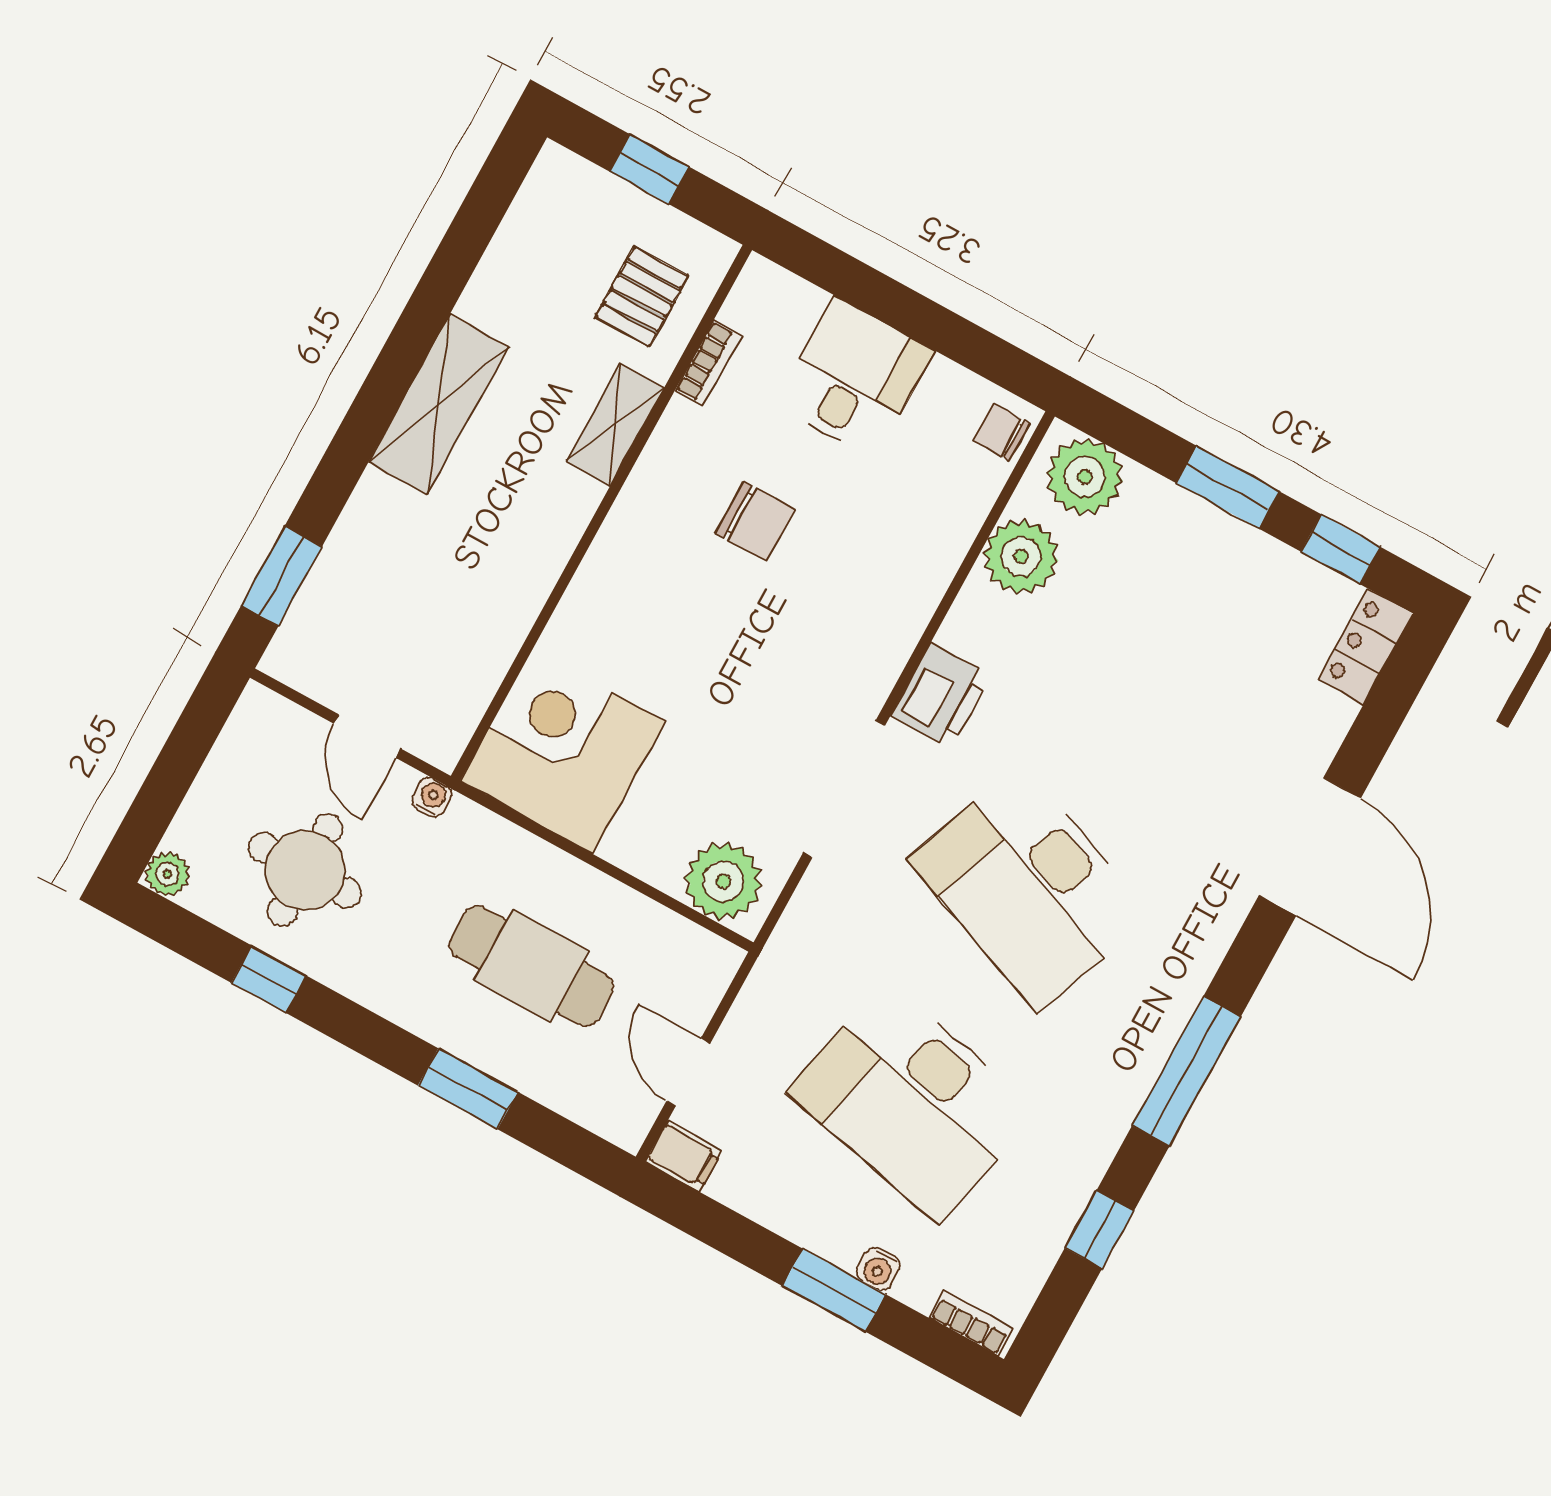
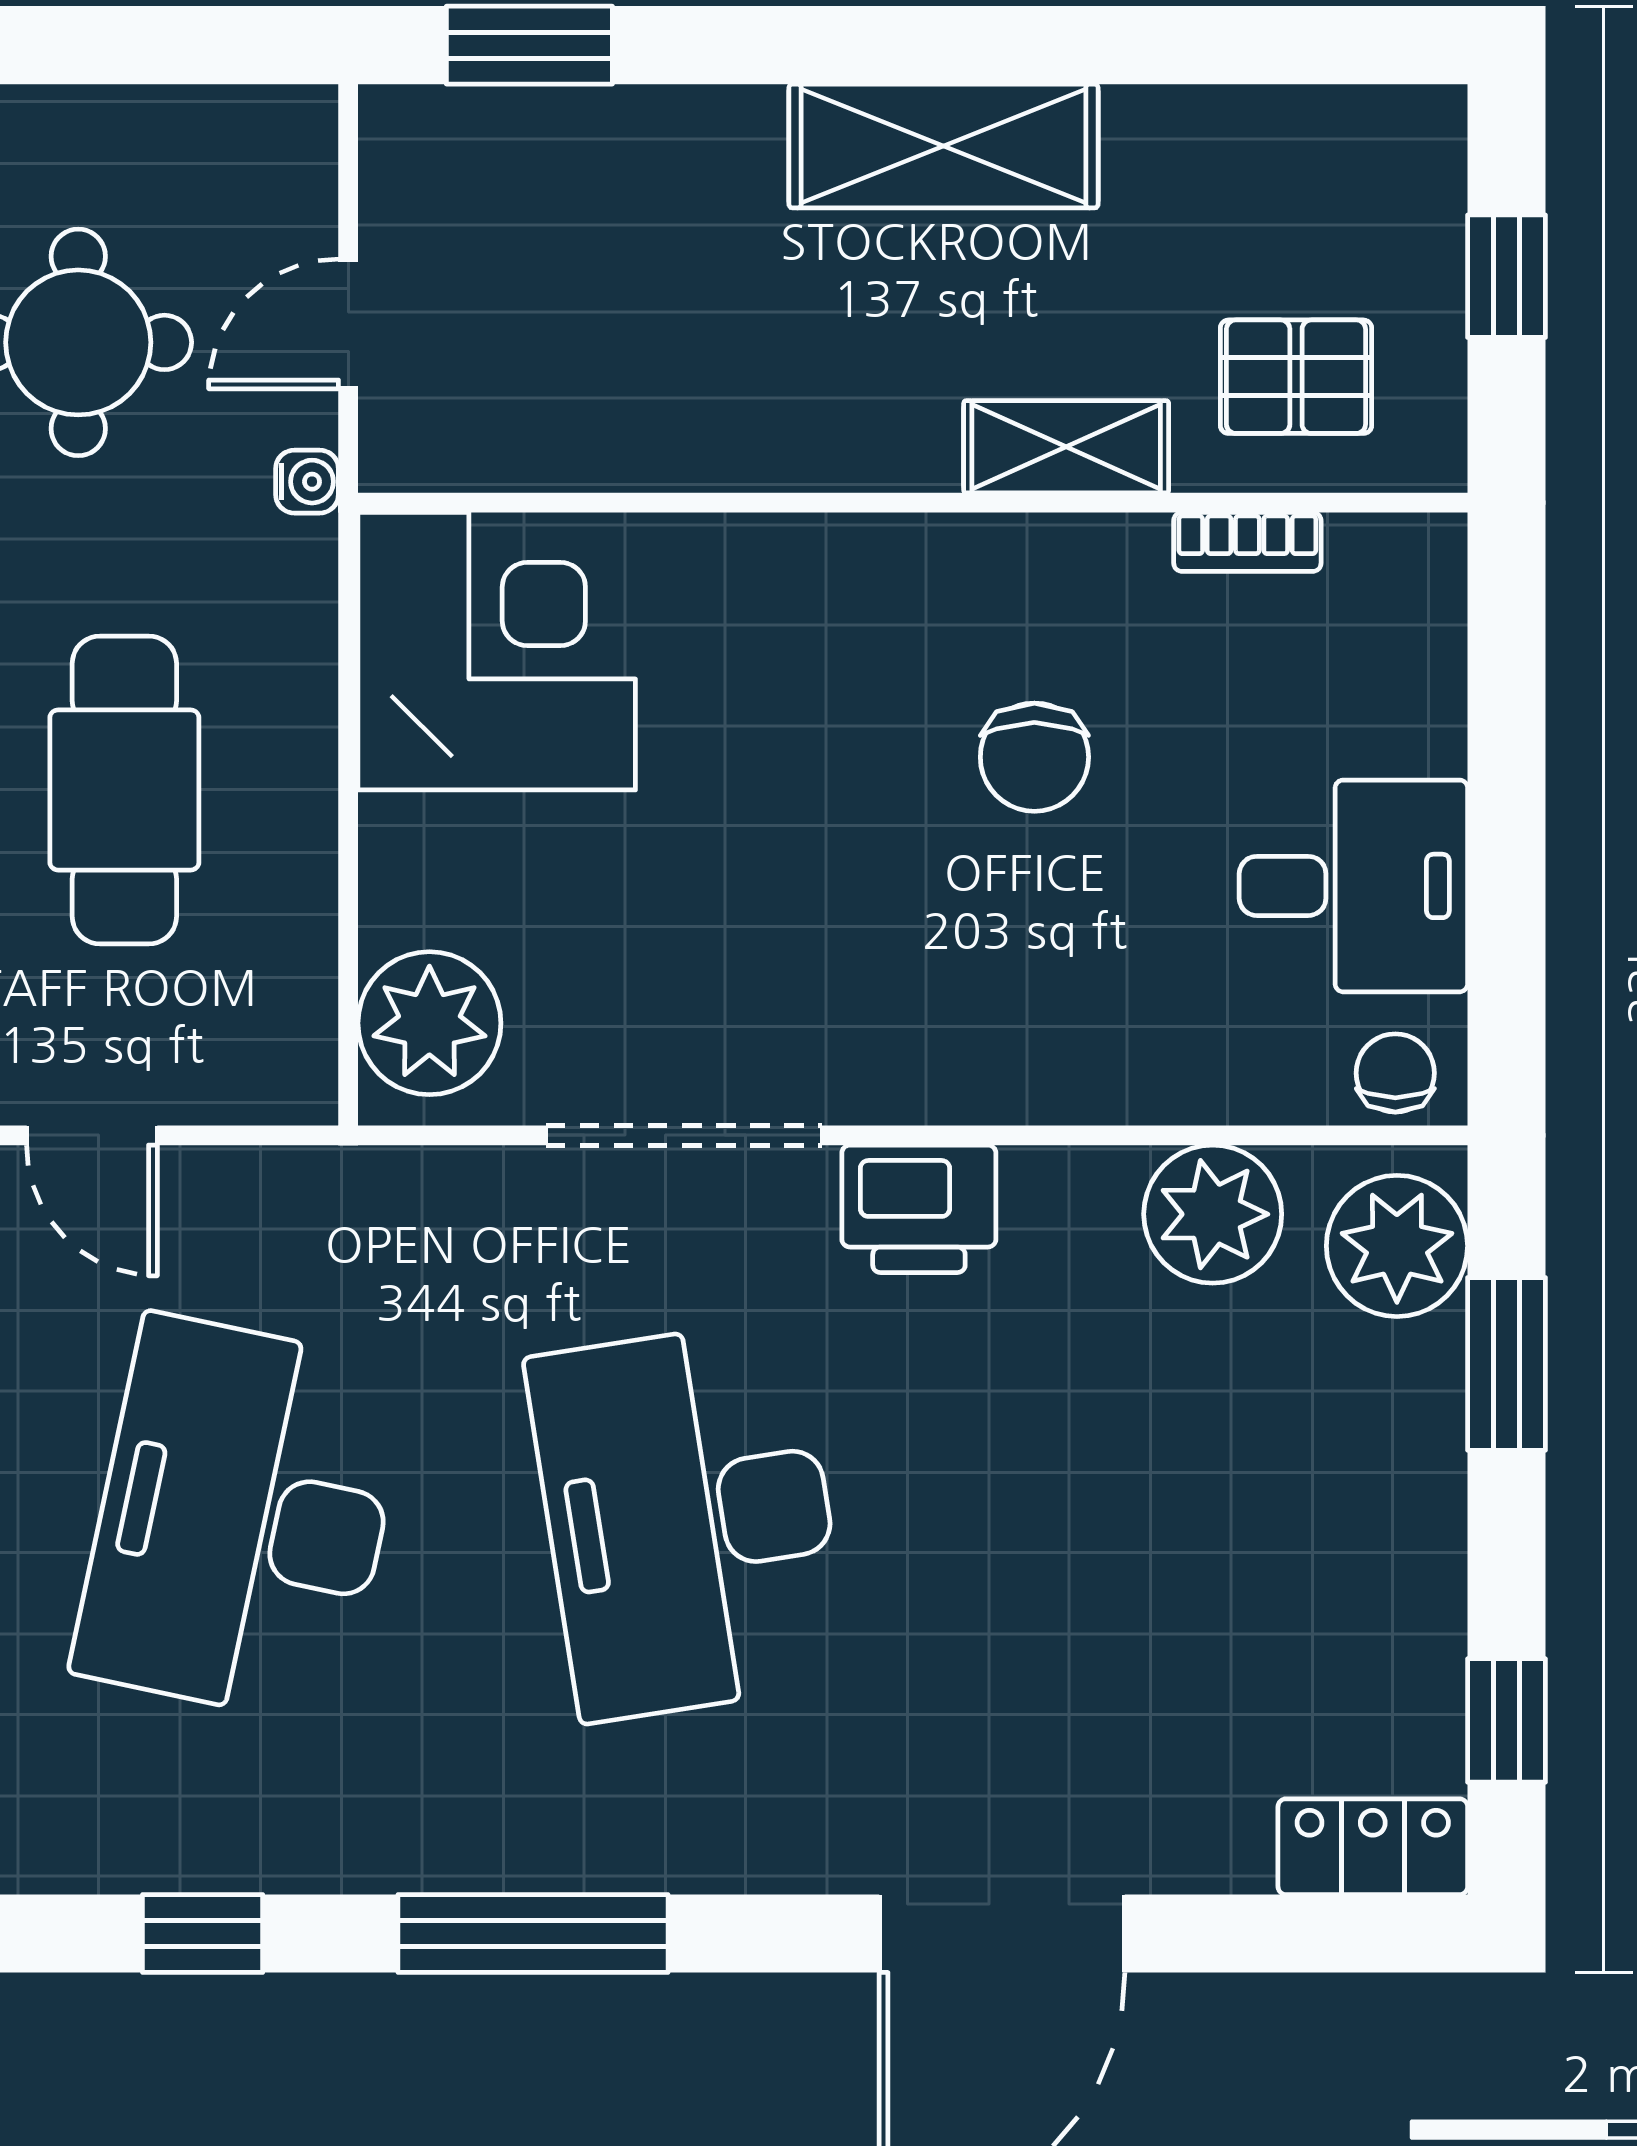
desk: (854, 377) -> (1353, 886), moved
window: (1228, 487) -> (1507, 1364), moved
desk: (1029, 888) -> (689, 1520), turned -30
door: (688, 1072) -> (92, 1135), swing flipped

